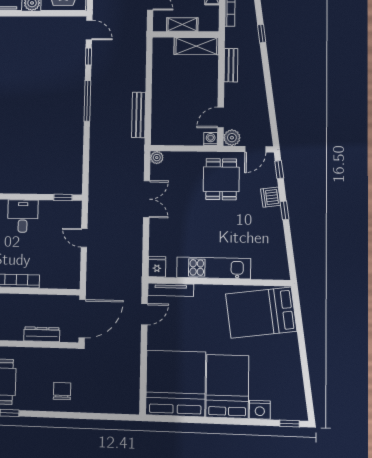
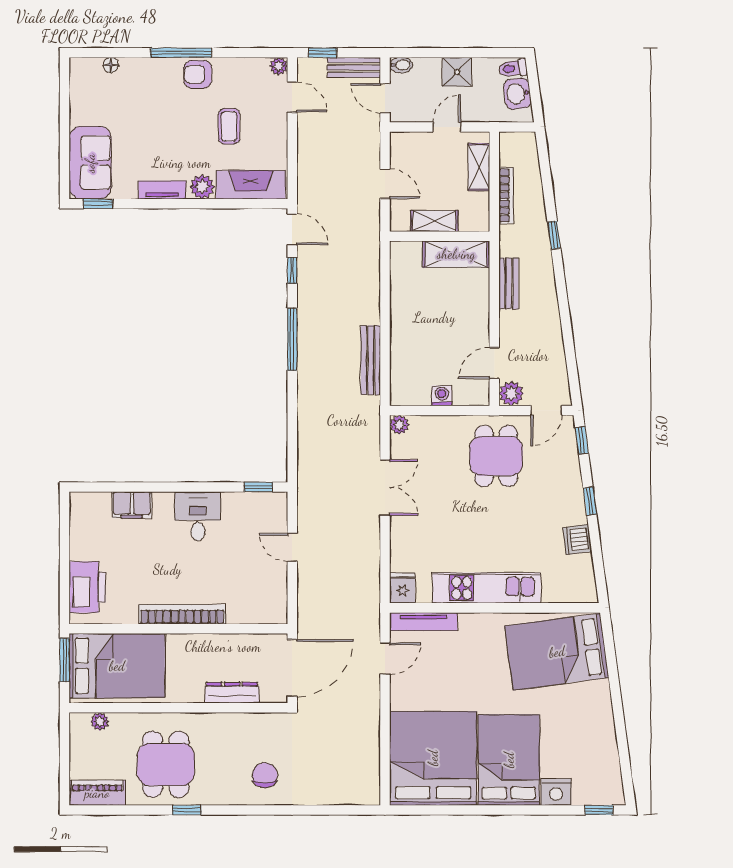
washing machine: (211, 139) -> (442, 396), moved
dishwasher: (271, 197) -> (577, 540), moved

